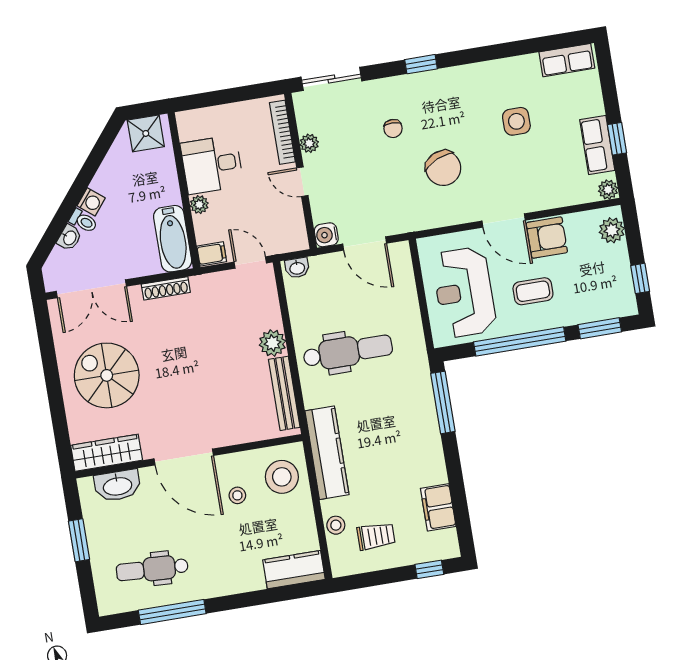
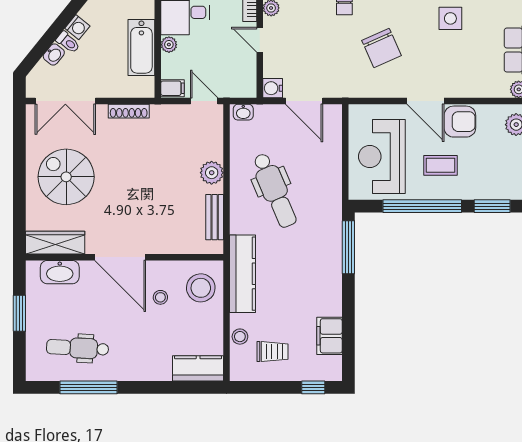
bathtub: (173, 239) -> (141, 47), moved
dental chair: (348, 351) -> (275, 190), turned 67
bench: (284, 393) -> (215, 217), width x0.73

